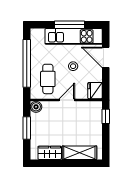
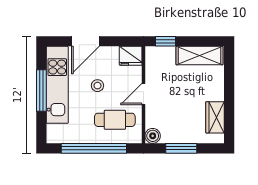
door: (67, 100) -> (143, 94), hinge flipped
shelving: (79, 153) -> (199, 56), moved, turned 90

